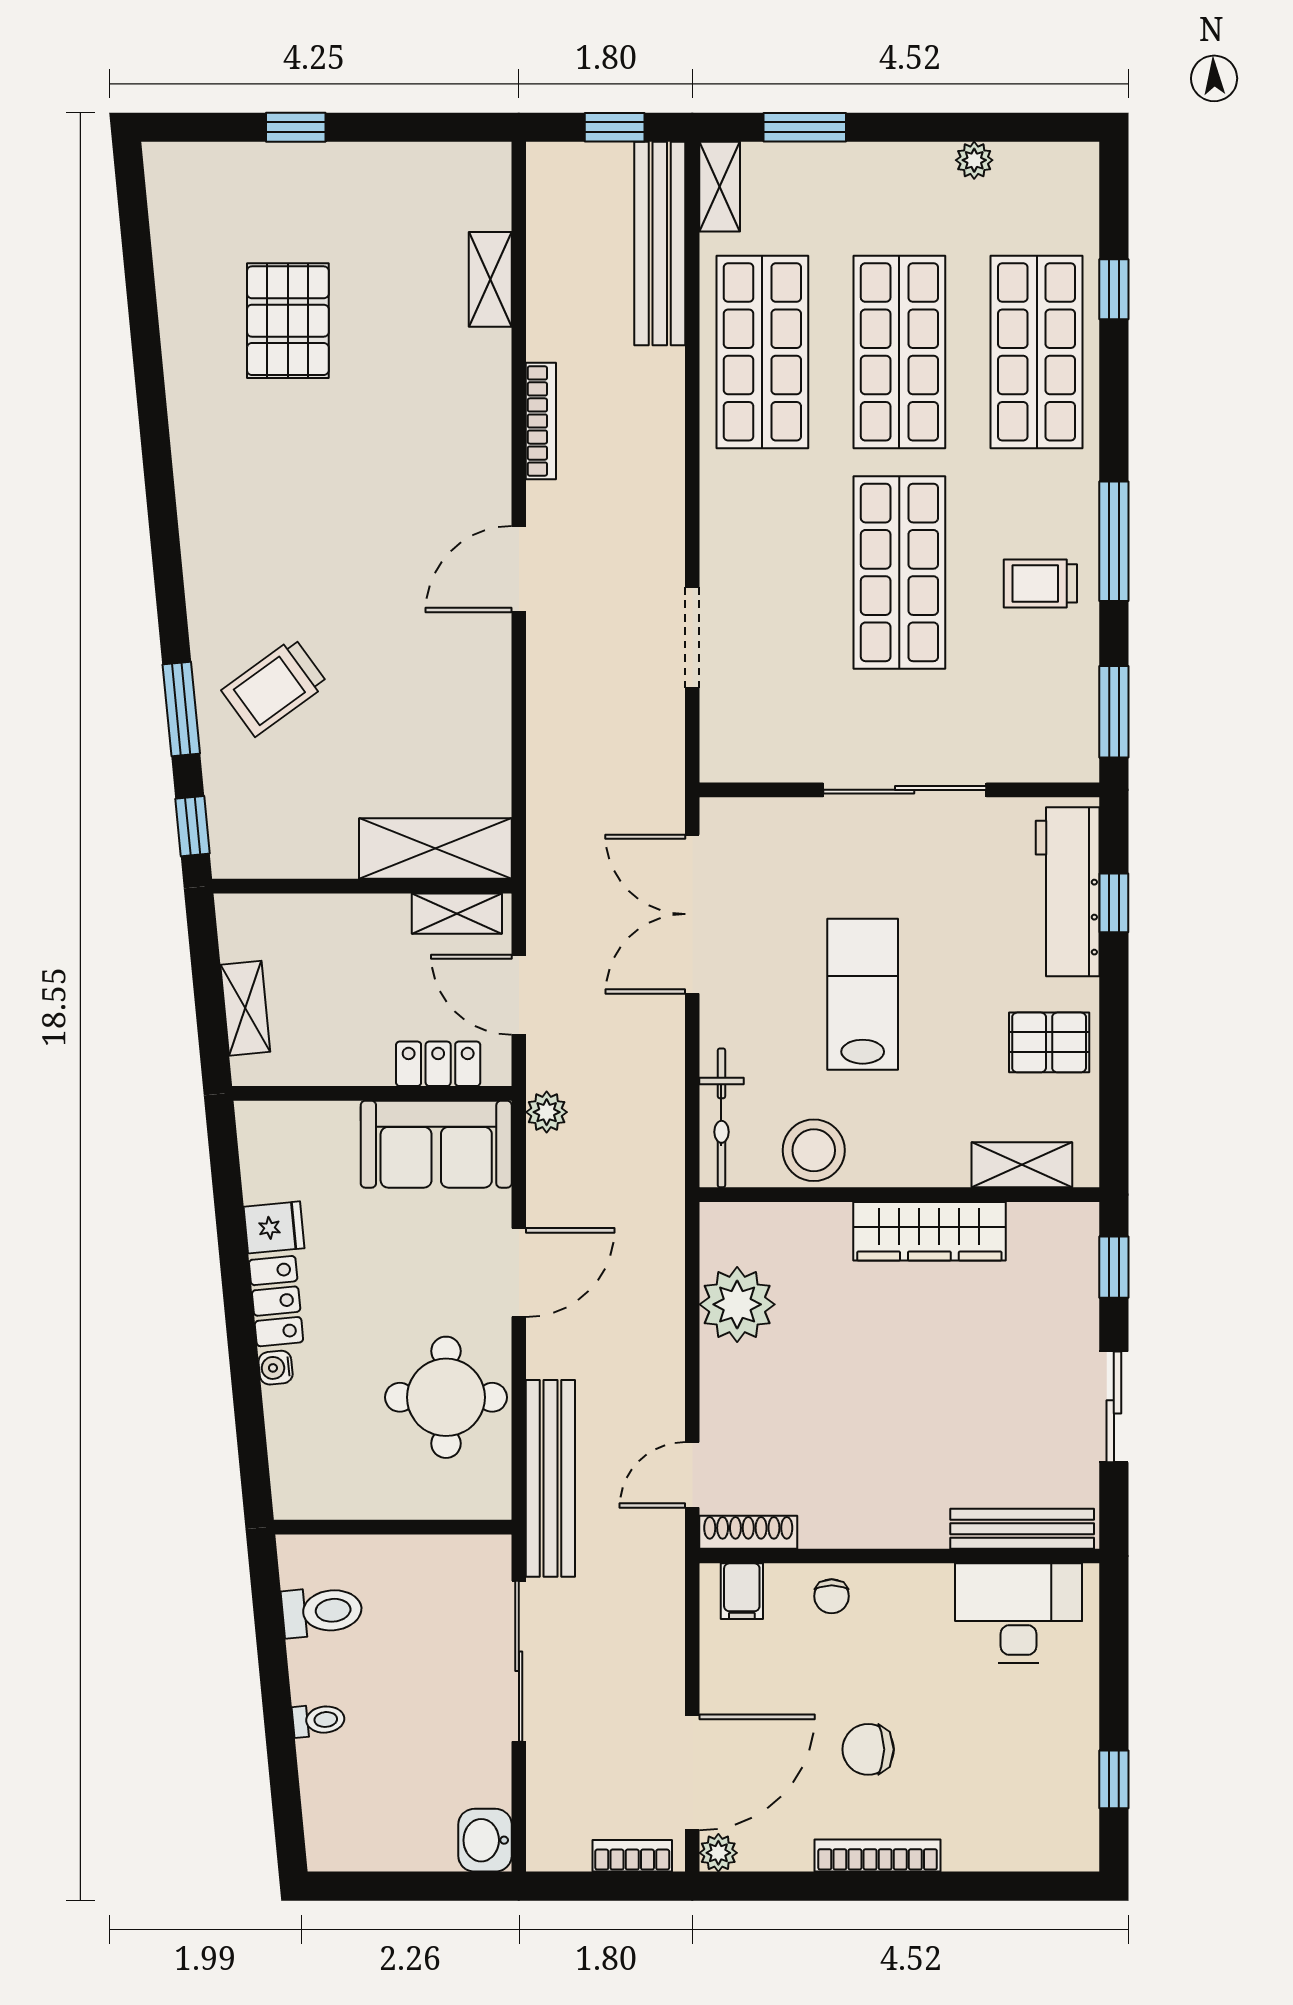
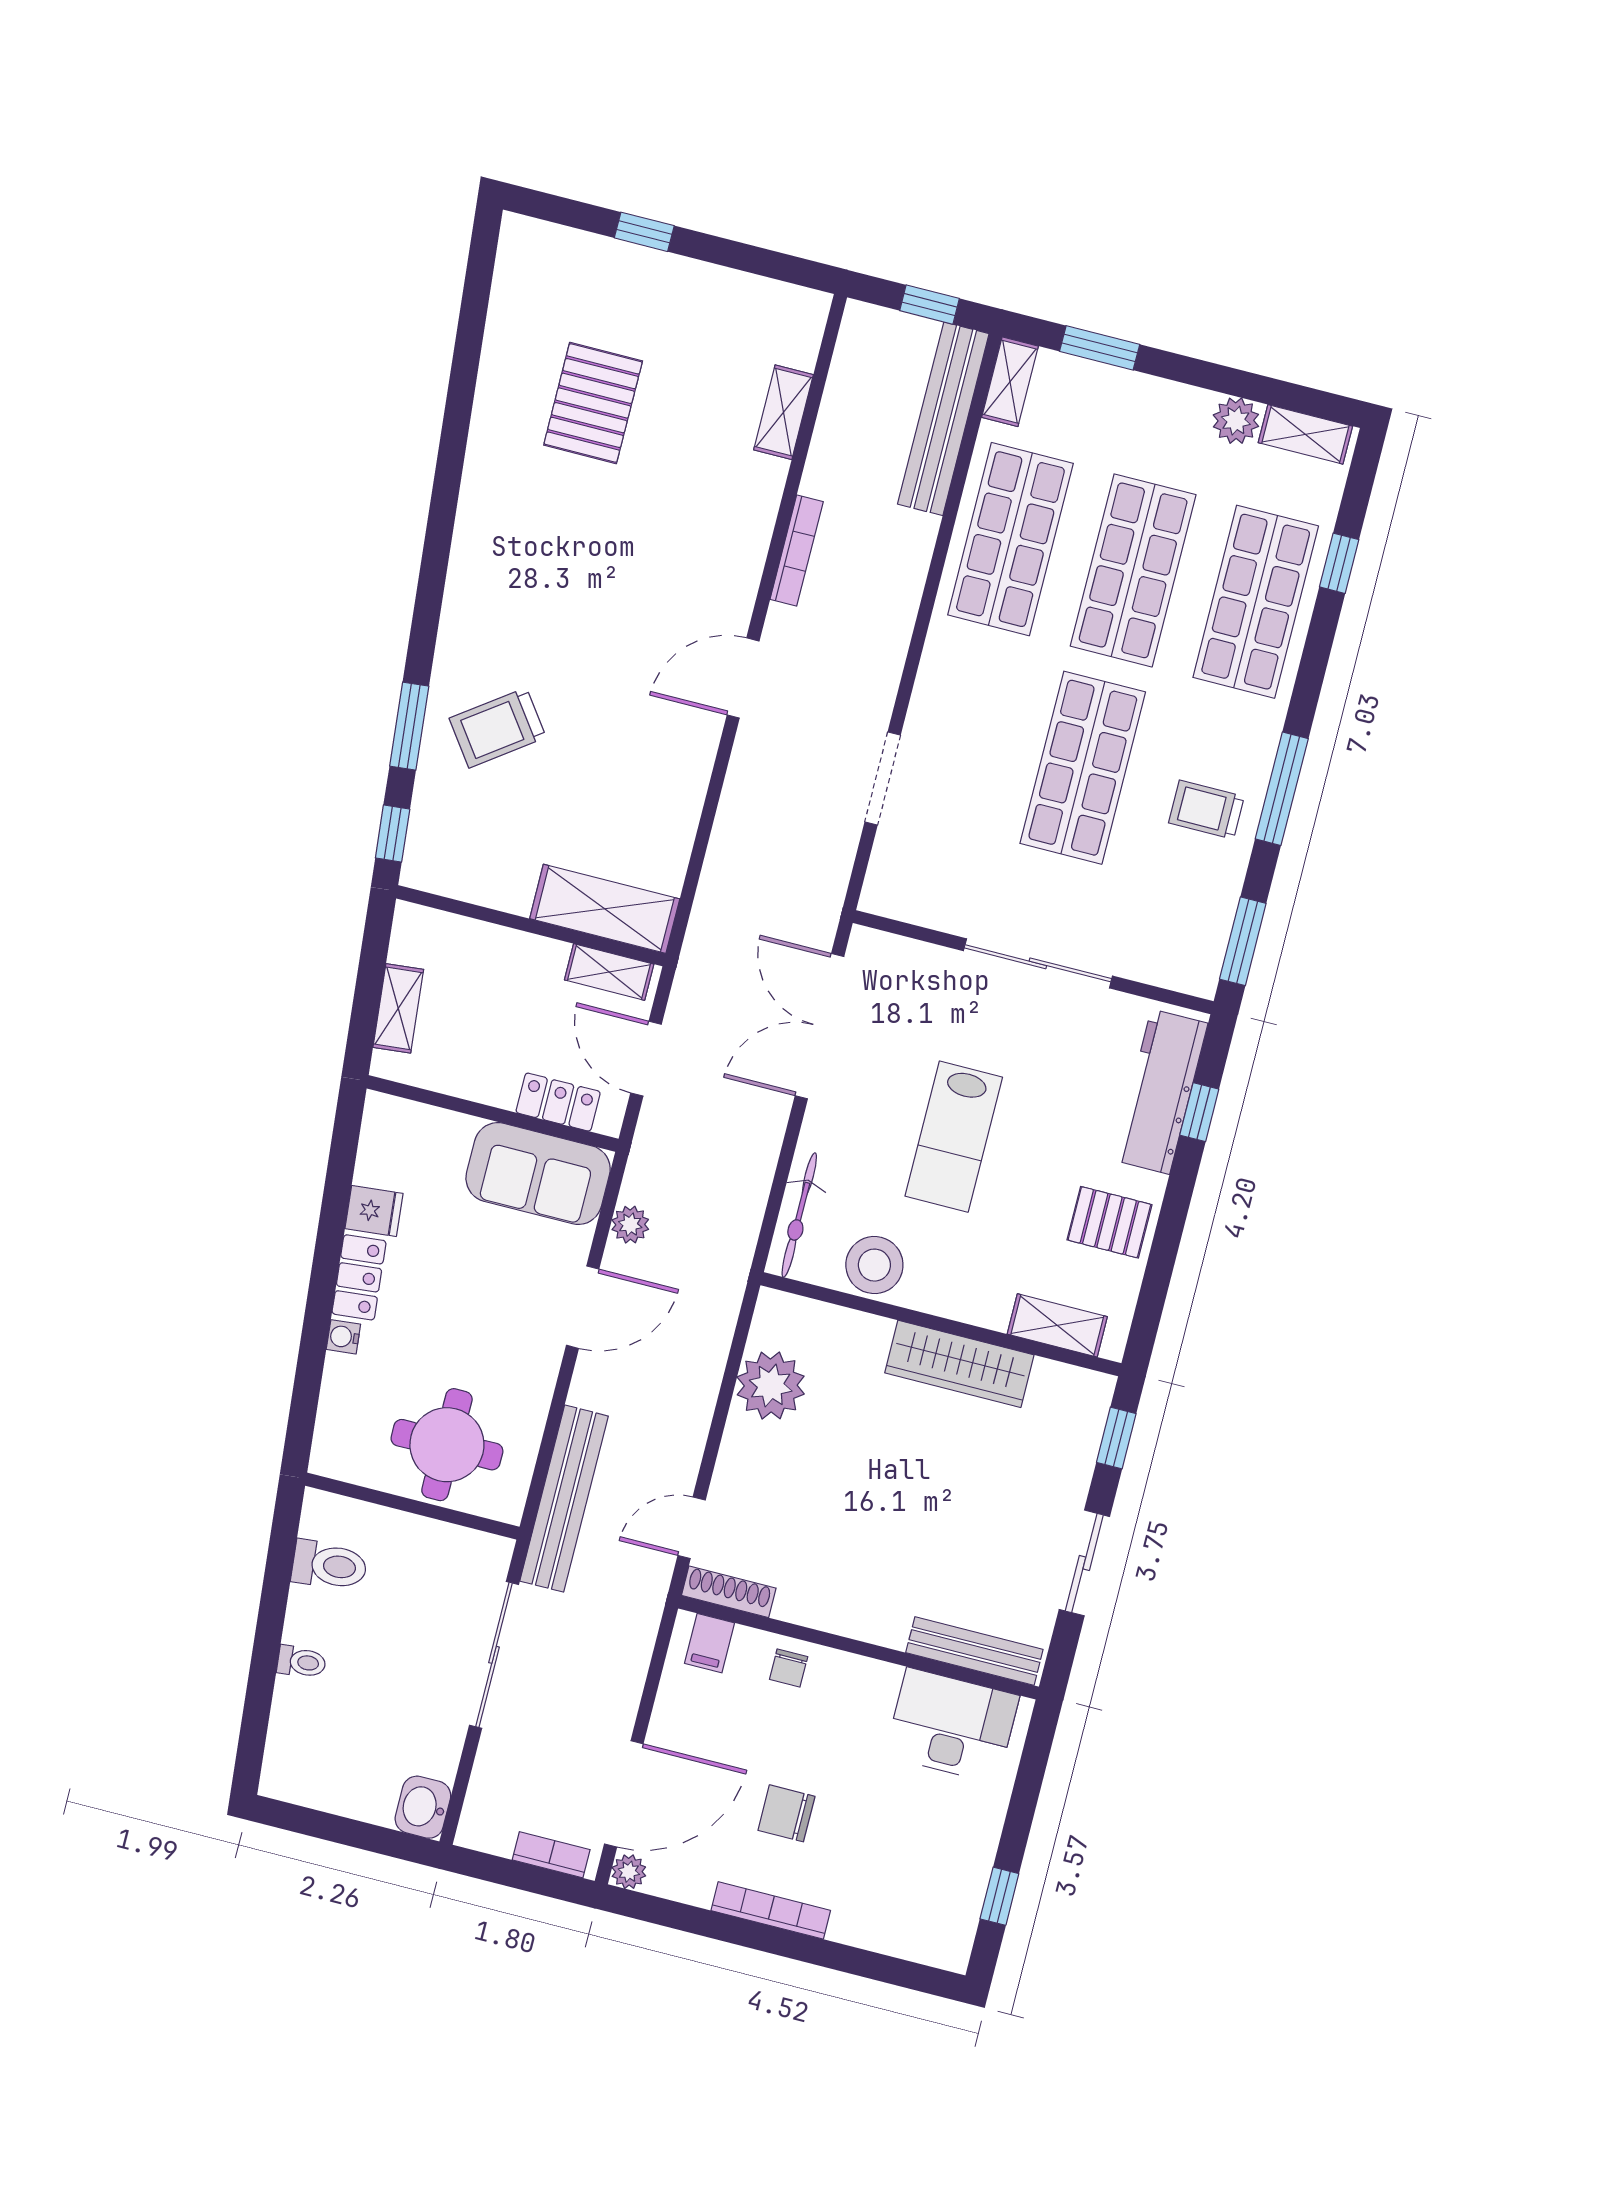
plant: (974, 160) -> (1236, 421), width x1.38, depth x1.38
shelving: (1044, 163) -> (1305, 434), added
lab bench: (863, 994) -> (954, 1137), turned 180
plant: (547, 1112) -> (630, 1225), moved
round table: (446, 1397) -> (447, 1445), moved

